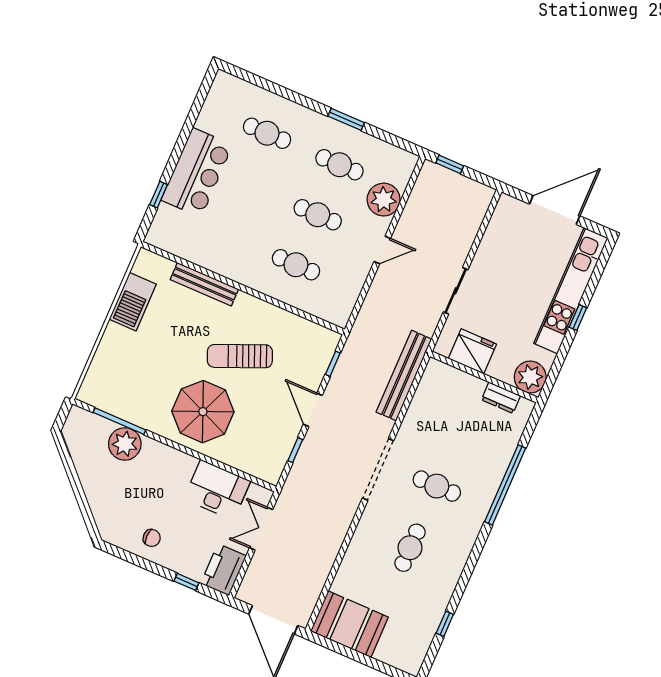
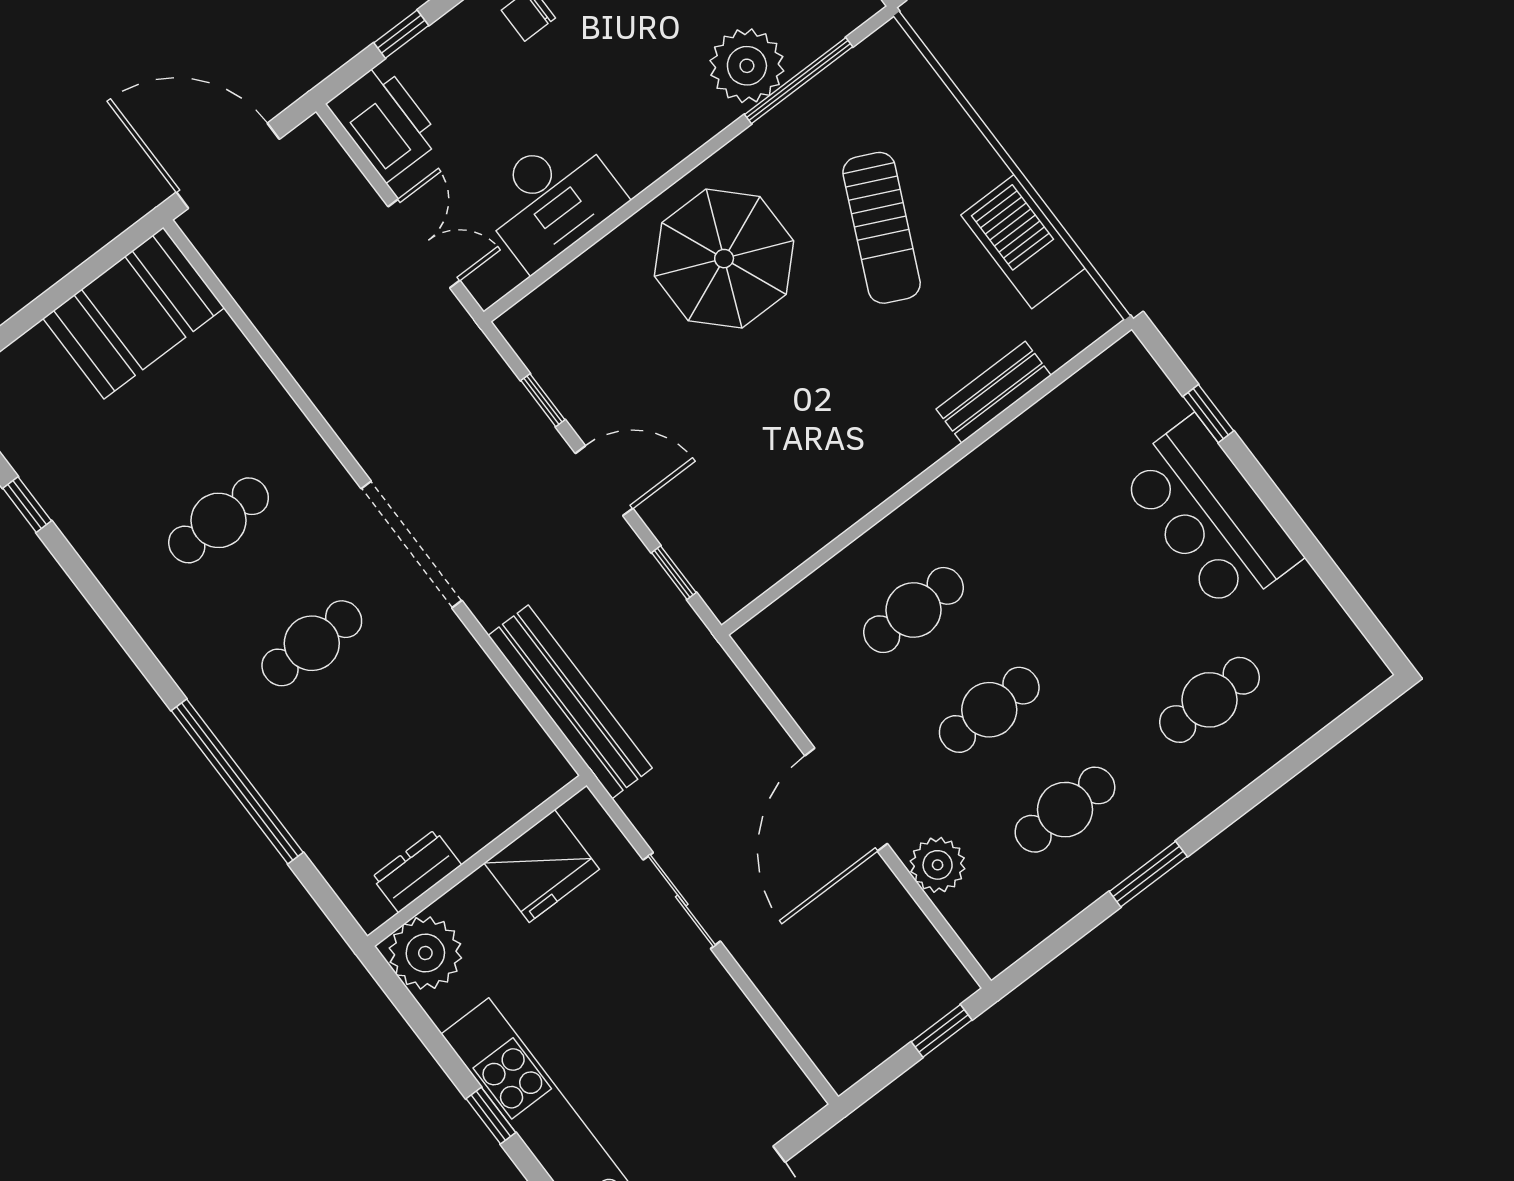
plant: (384, 200) -> (938, 865), width x0.73, depth x0.73
door: (382, 250) -> (846, 800), width x1.87
bench: (204, 284) -> (994, 392), width x0.73
sun lounger: (240, 356) -> (882, 228), moved, turned 138
cafe table: (410, 548) -> (219, 520), turned 90

